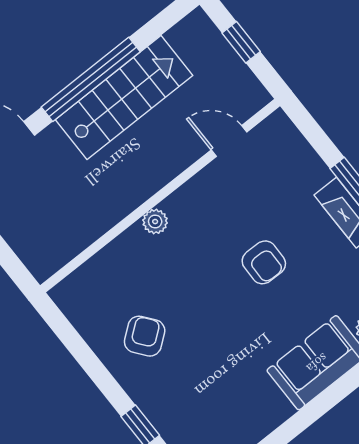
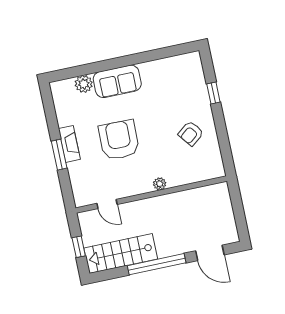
stairs: (124, 97) -> (121, 253), moved
armchair: (264, 262) -> (119, 140), width x1.88, depth x1.88

